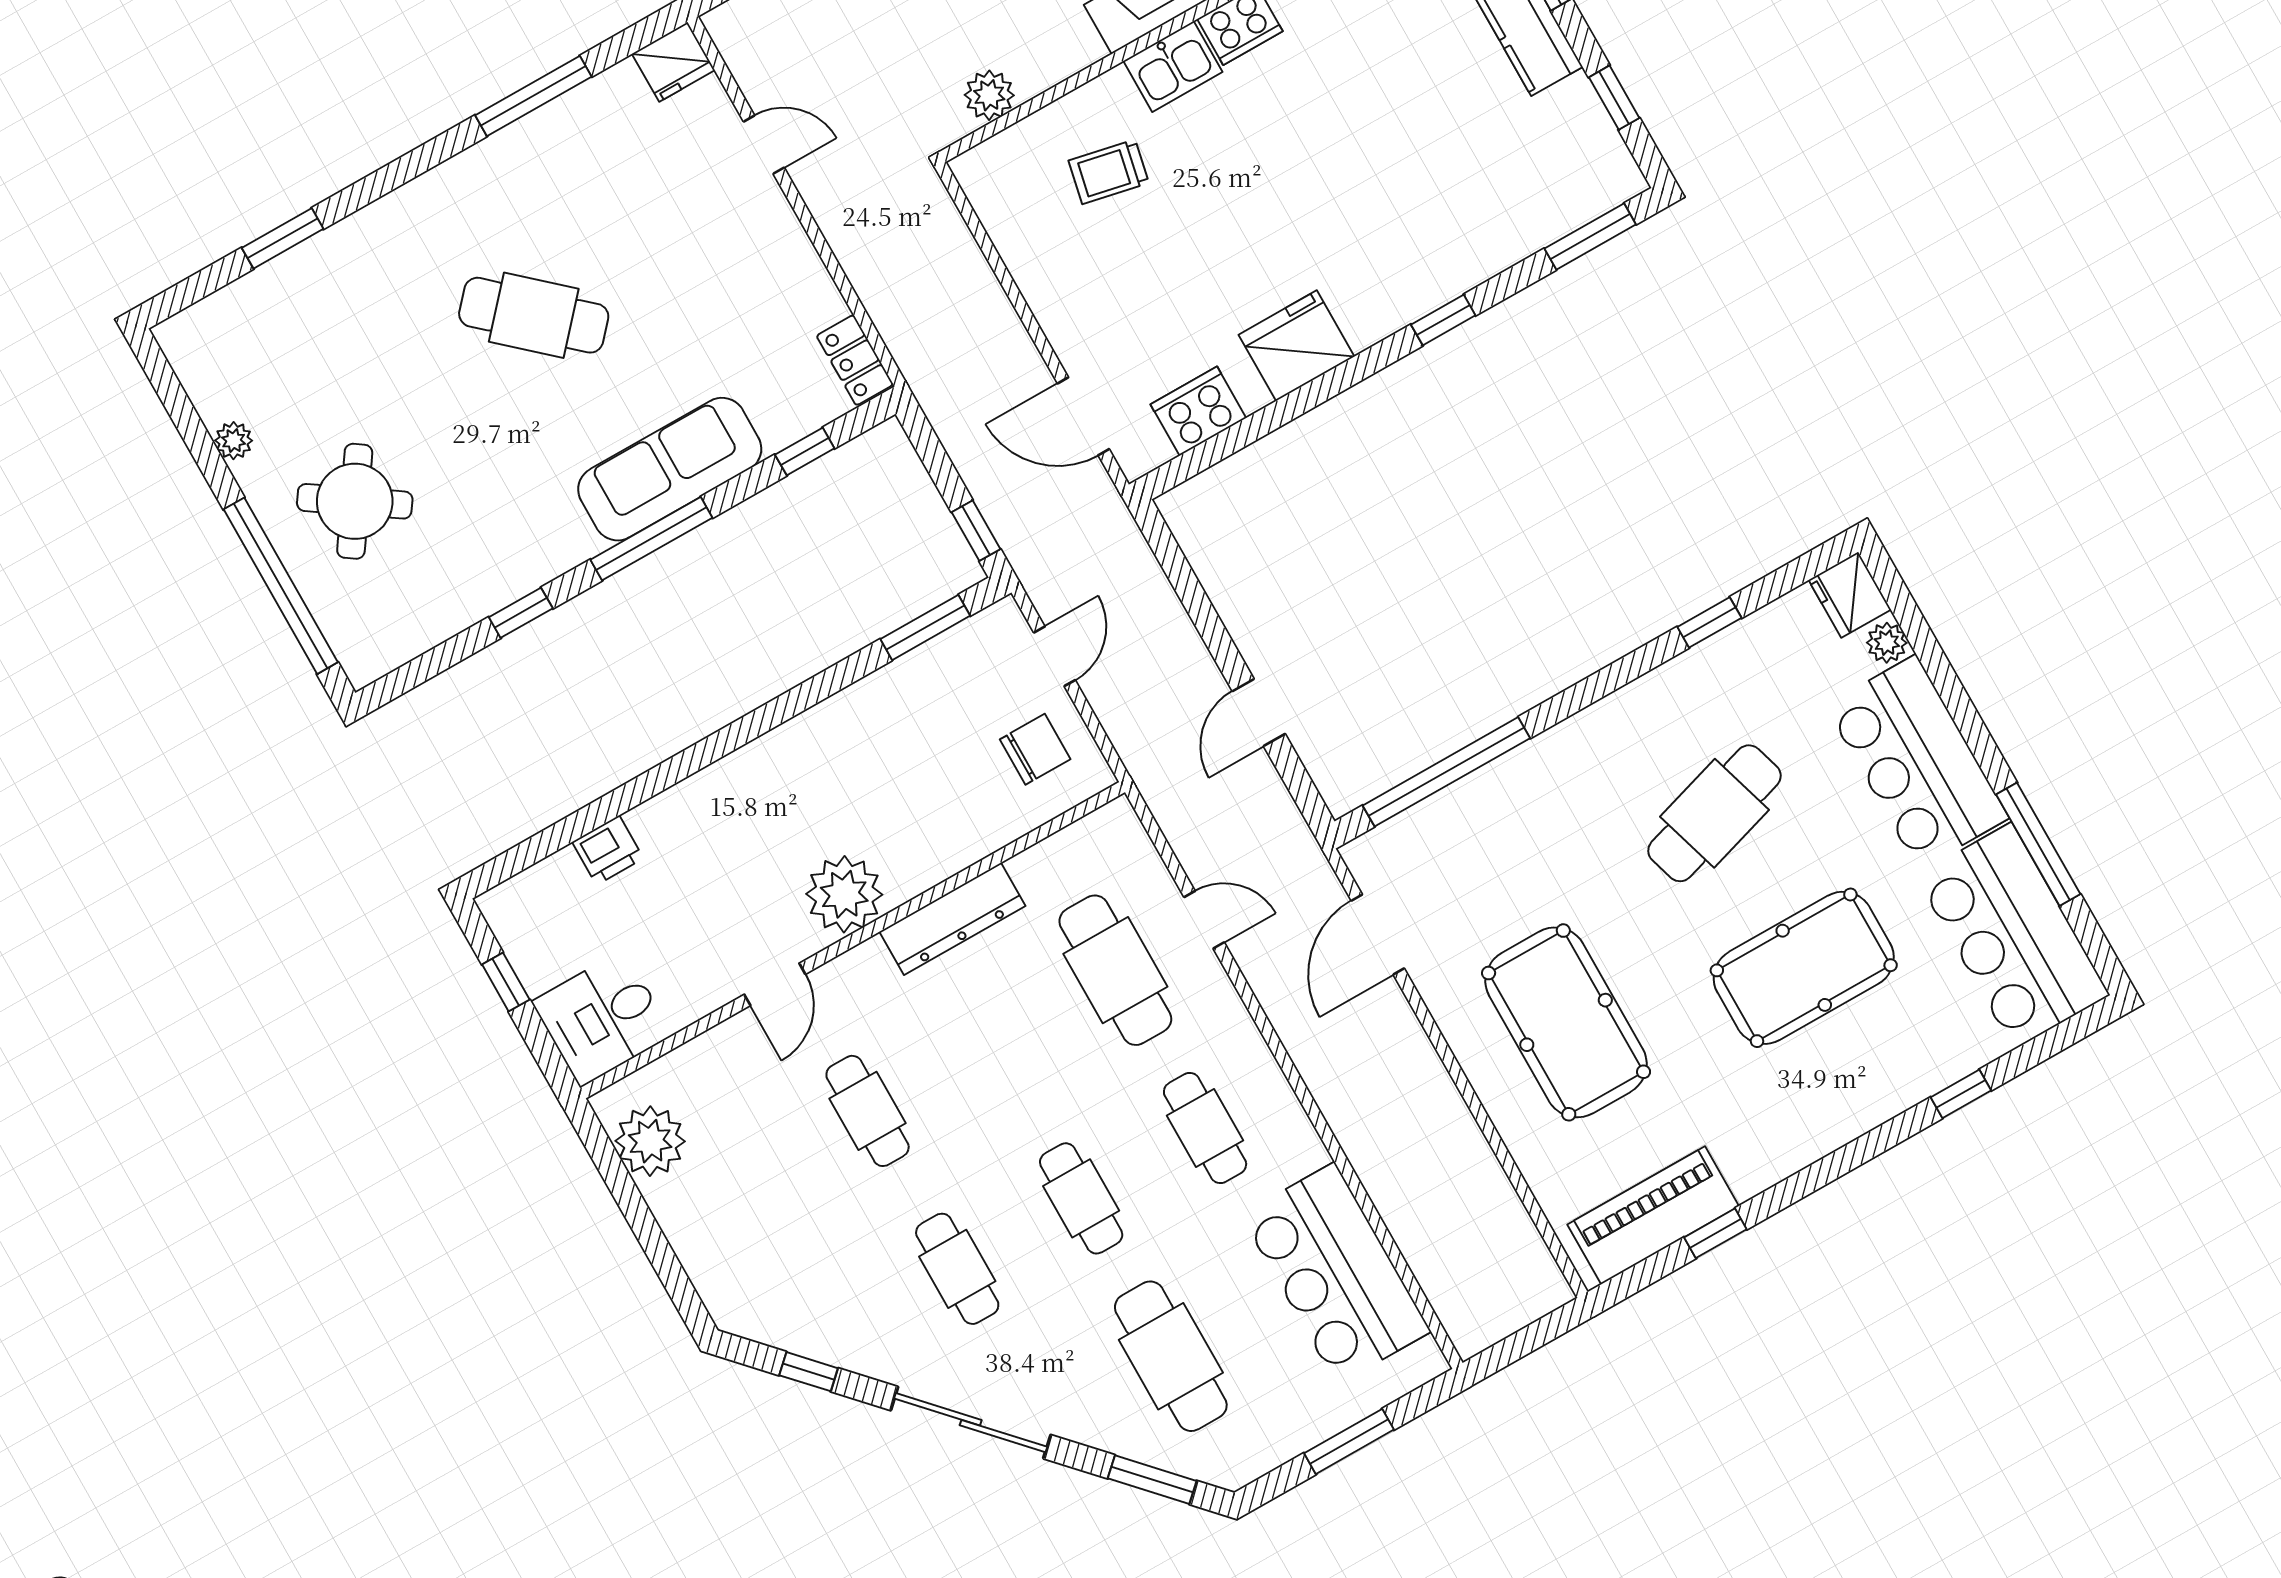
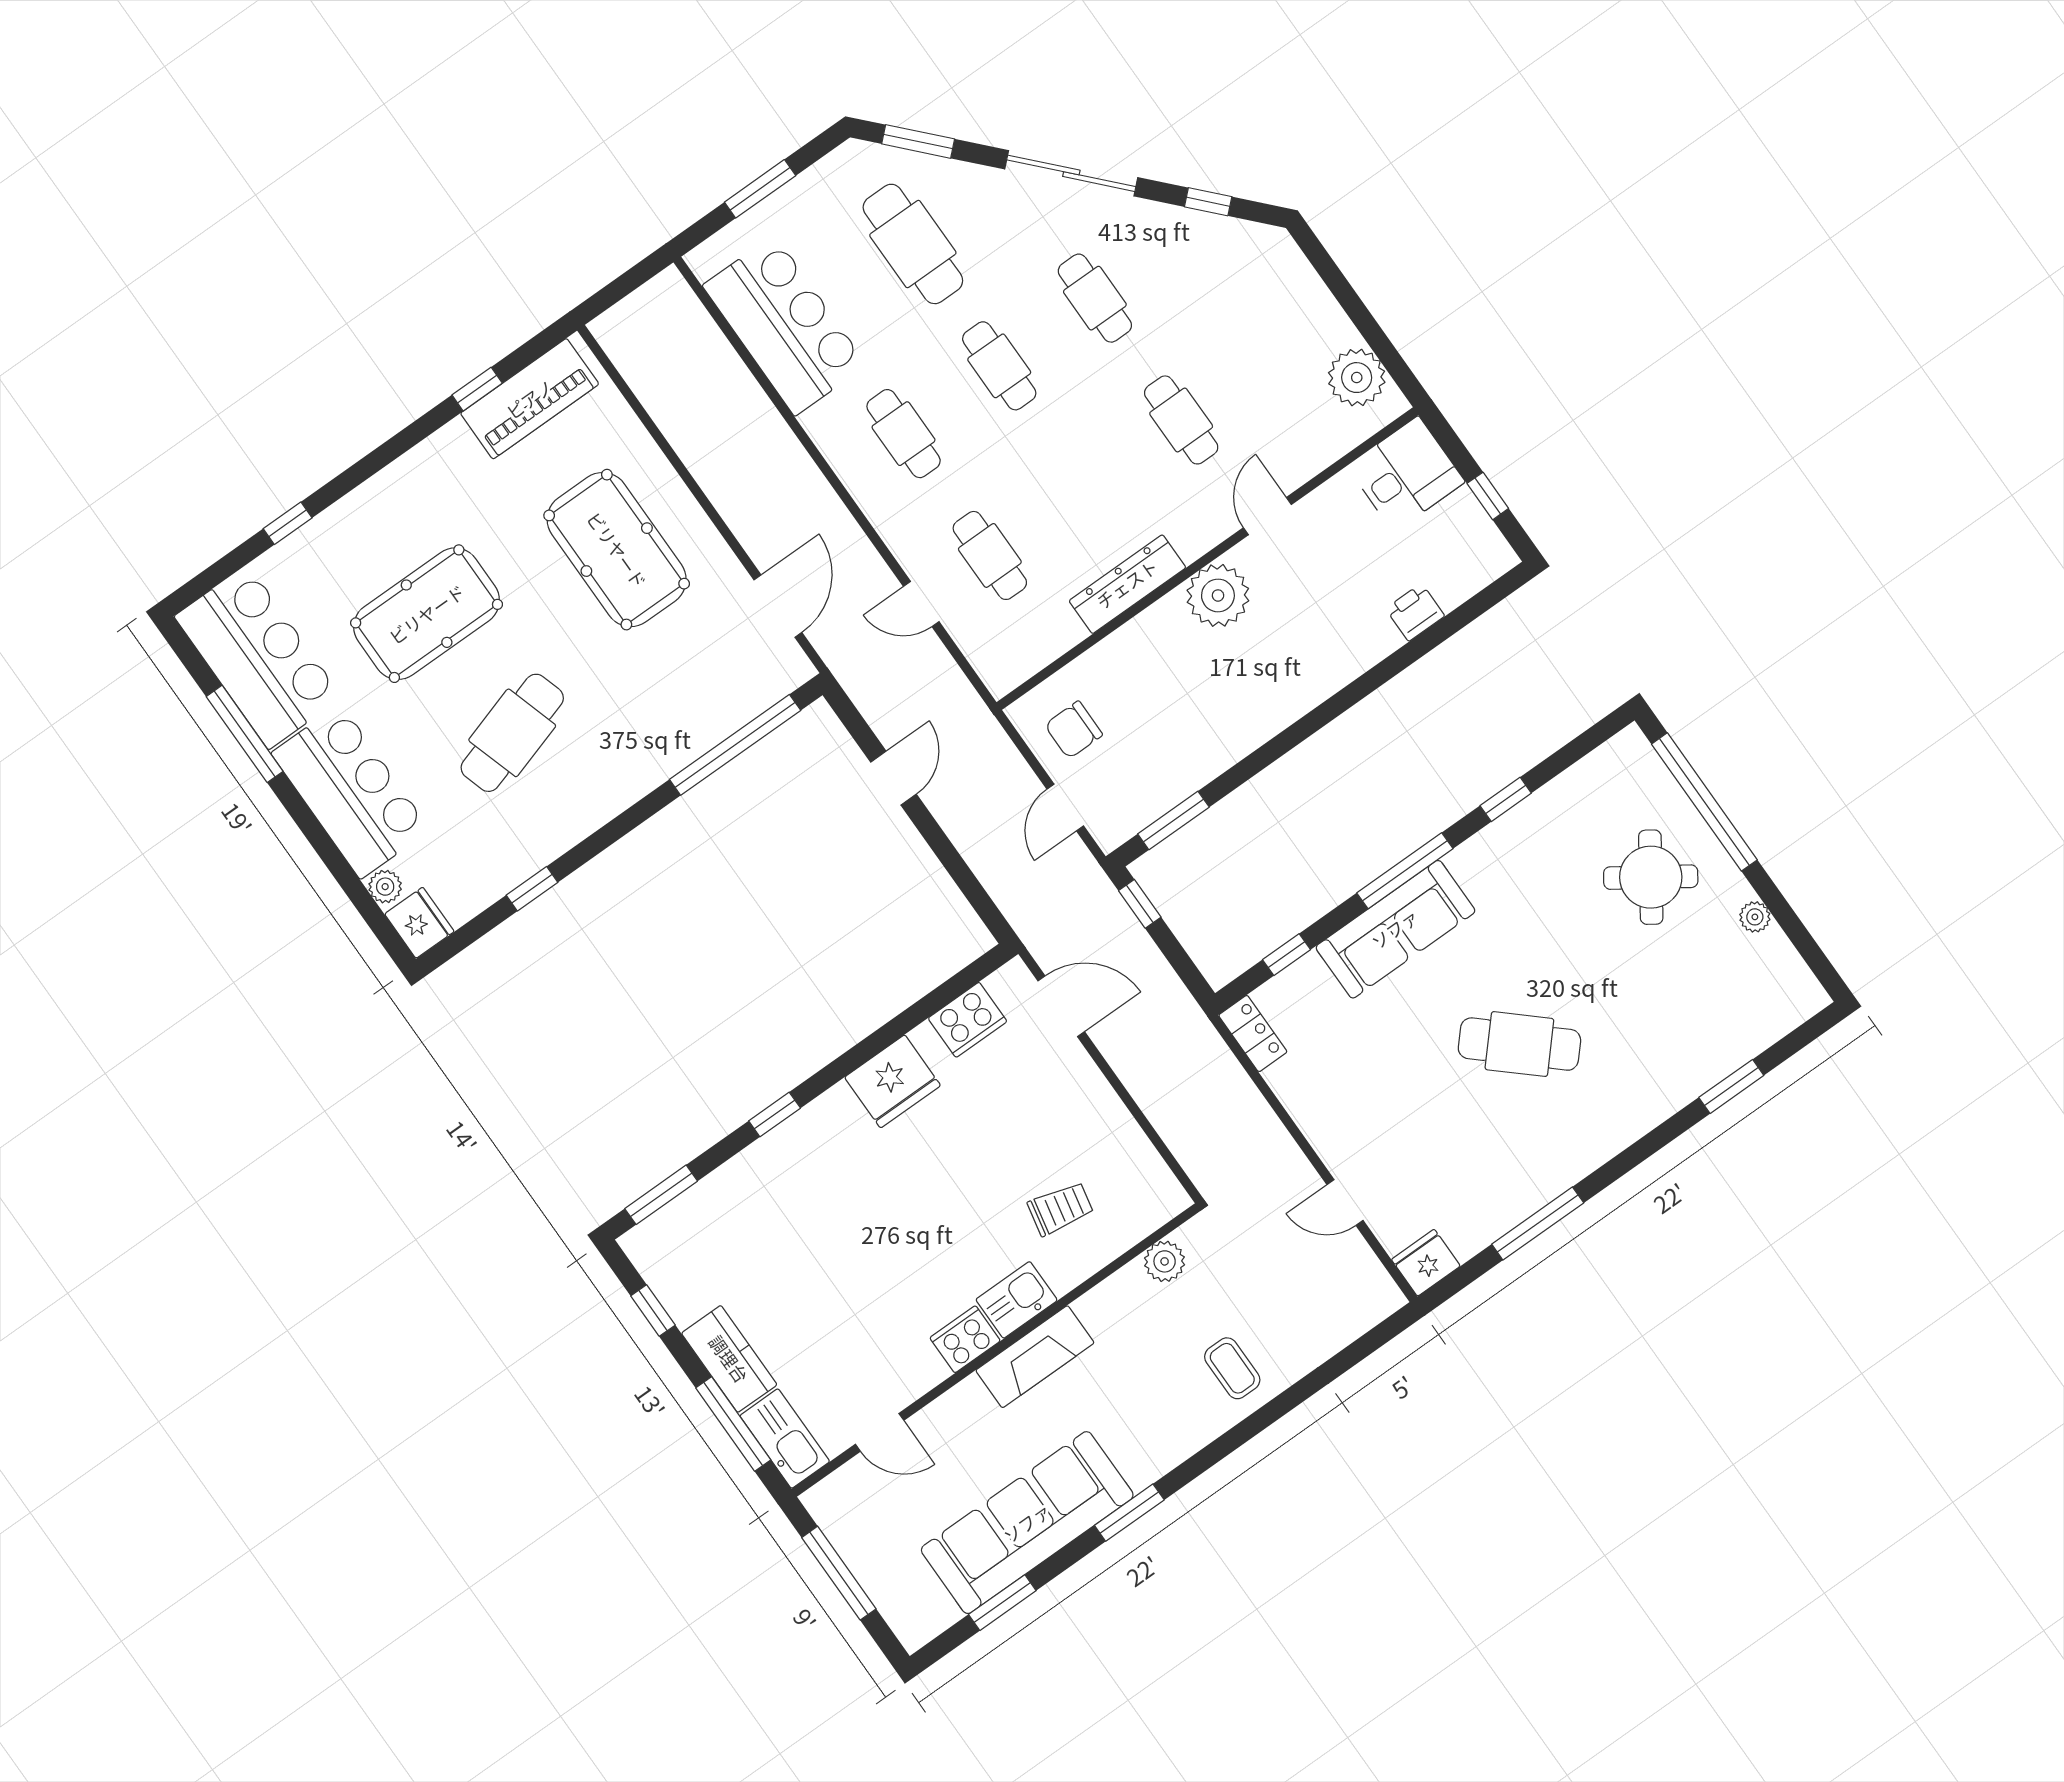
cafe table: (1115, 970) -> (990, 555), width x0.73, depth x0.74

